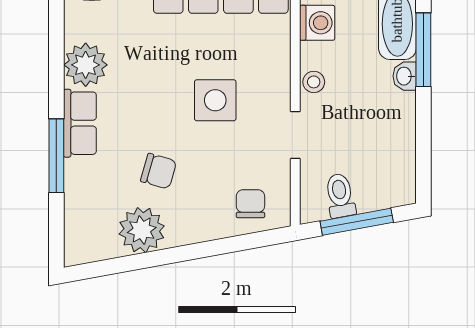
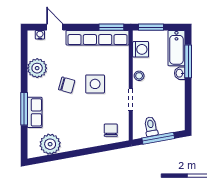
row of seats: (80, 123) -> (35, 112), moved
chair: (158, 171) -> (67, 85), moved
plant: (142, 230) -> (50, 144), moved

